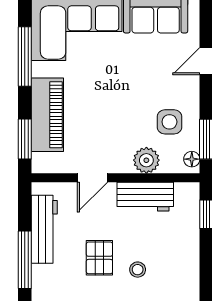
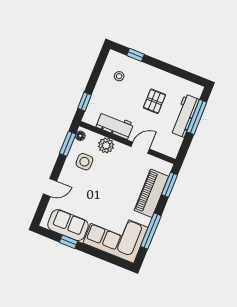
workbench: (44, 229) -> (185, 116), moved
stool: (138, 270) -> (119, 76), moved

